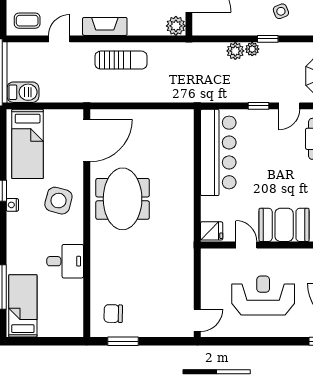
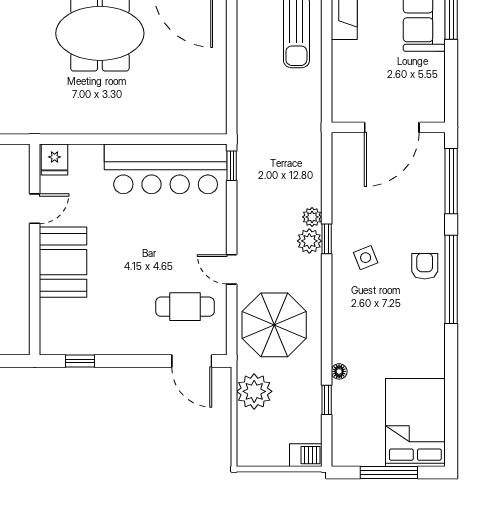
plant: (176, 26) -> (345, 109), removed
plant: (235, 51) -> (309, 241), moved
window: (259, 106) -> (232, 166), moved

